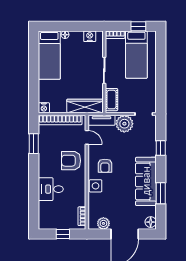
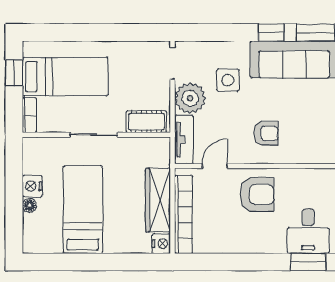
nightstand: (90, 36) -> (32, 186), moved
bed: (49, 55) -> (83, 210), moved, turned -90
wardrobe: (85, 106) -> (158, 200), moved
window: (34, 144) -> (308, 262), moved
window: (161, 148) -> (271, 33), moved
armchair: (71, 161) -> (257, 195), turned -90
side table: (96, 186) -> (228, 80), moved

